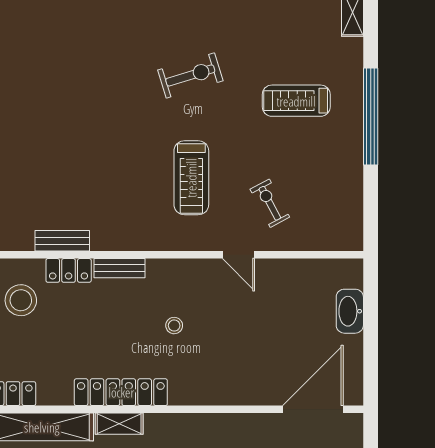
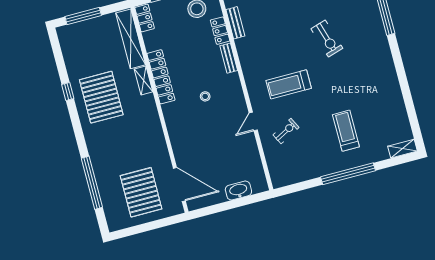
exercise bike: (190, 75) -> (327, 38), moved

